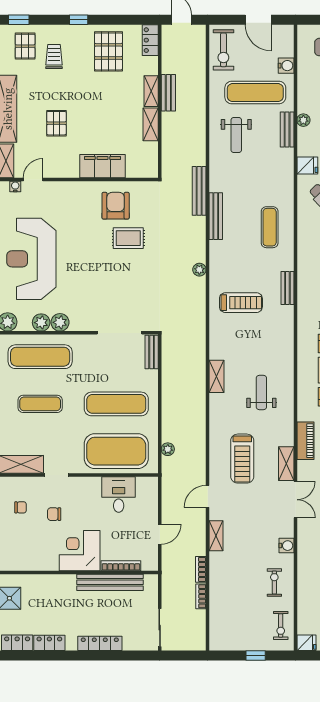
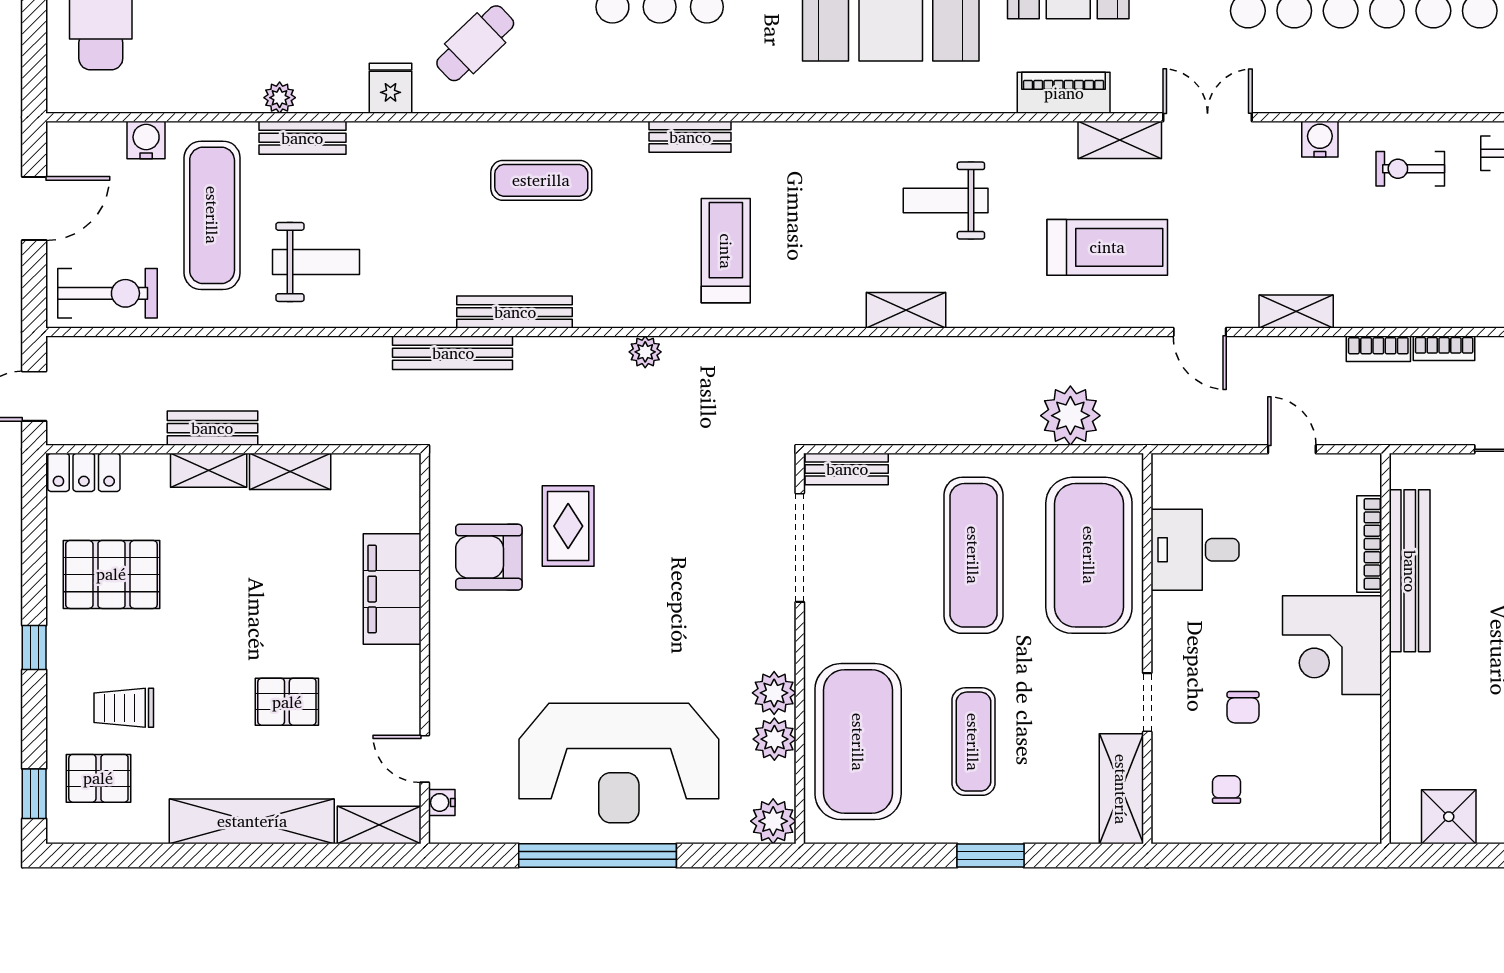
exercise mat: (40, 357) -> (858, 742), width x1.47
plant: (168, 449) -> (1070, 416), width x1.87, depth x1.87

